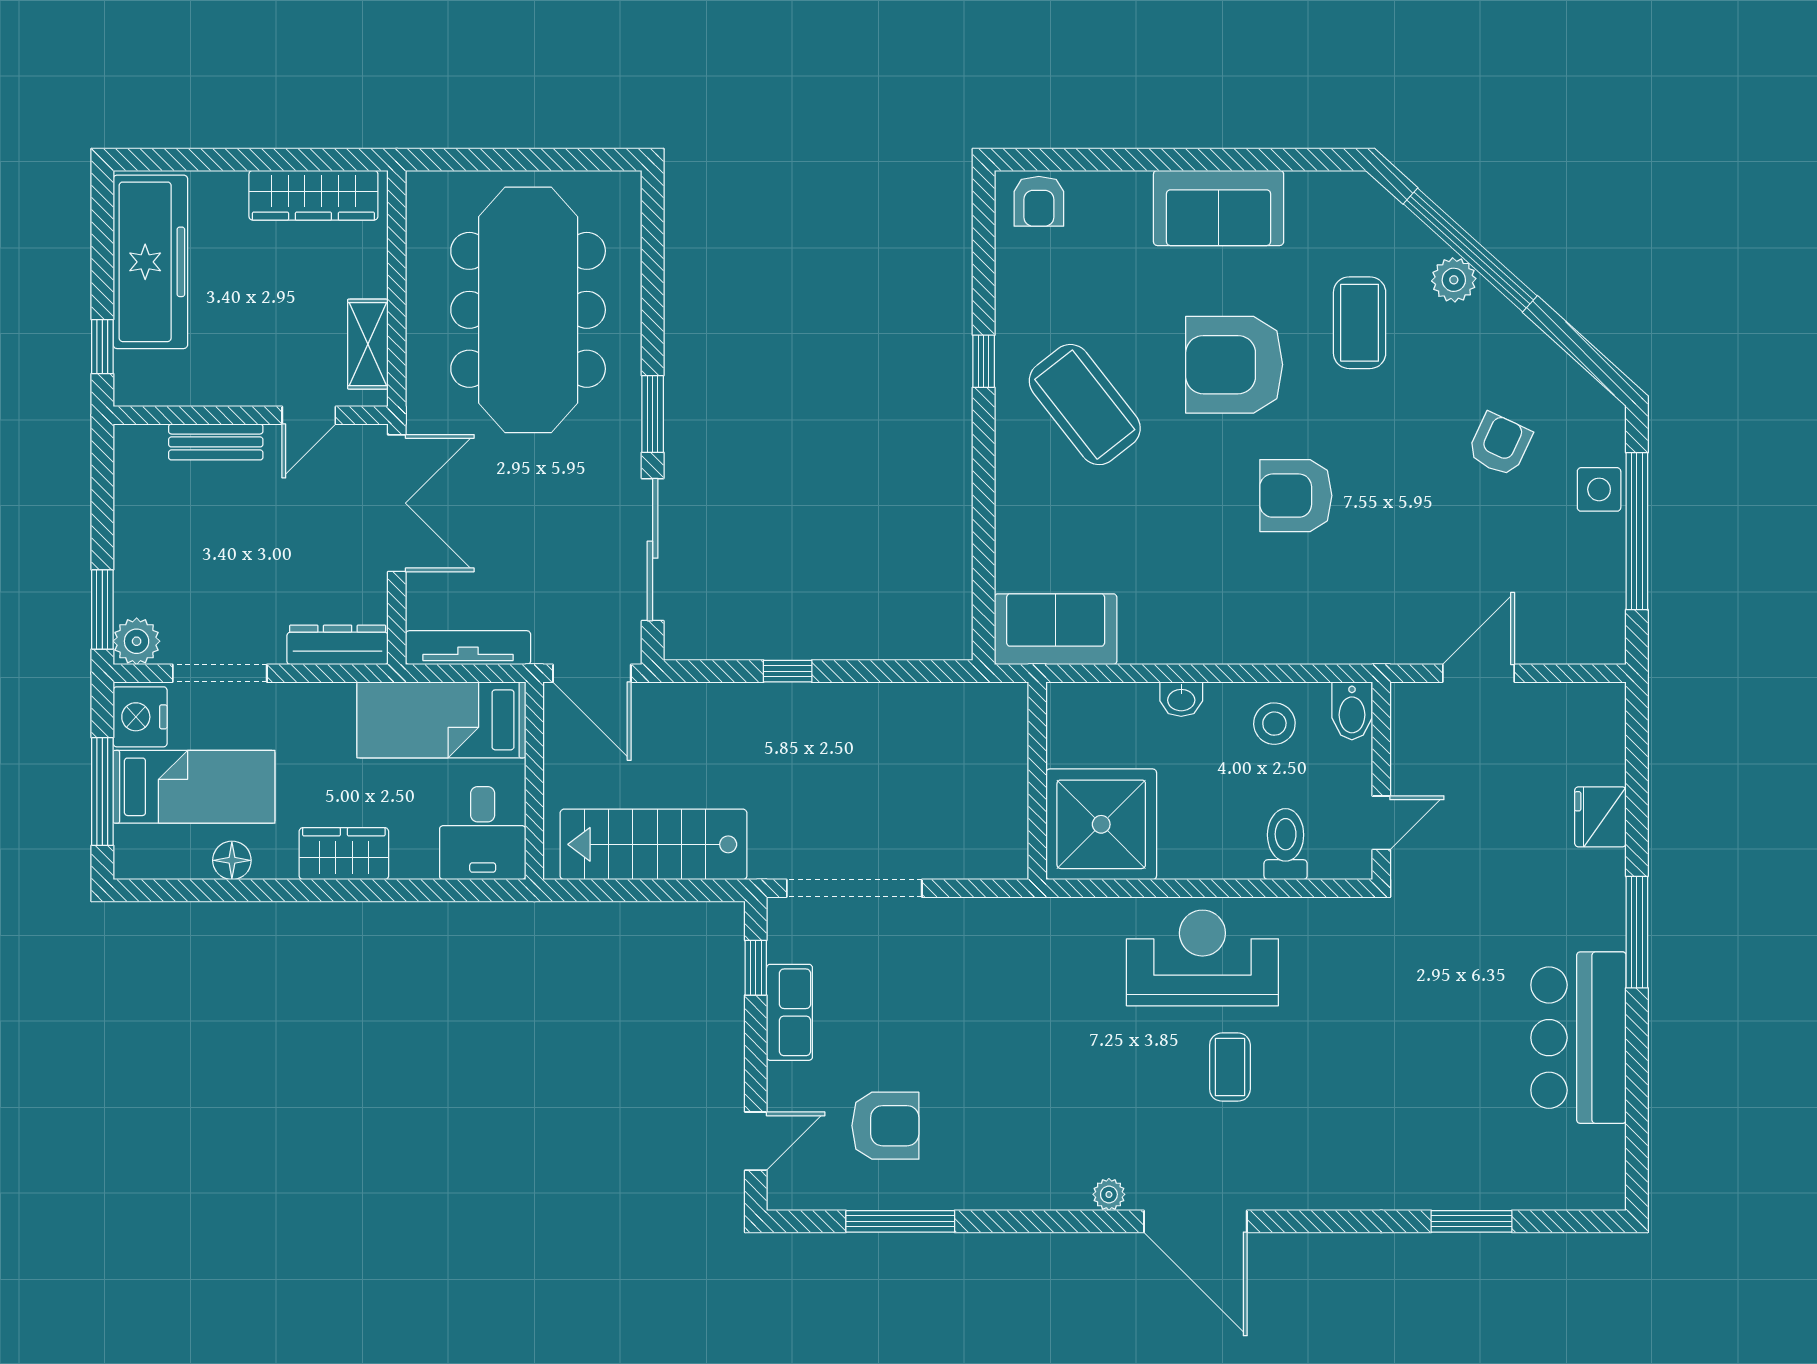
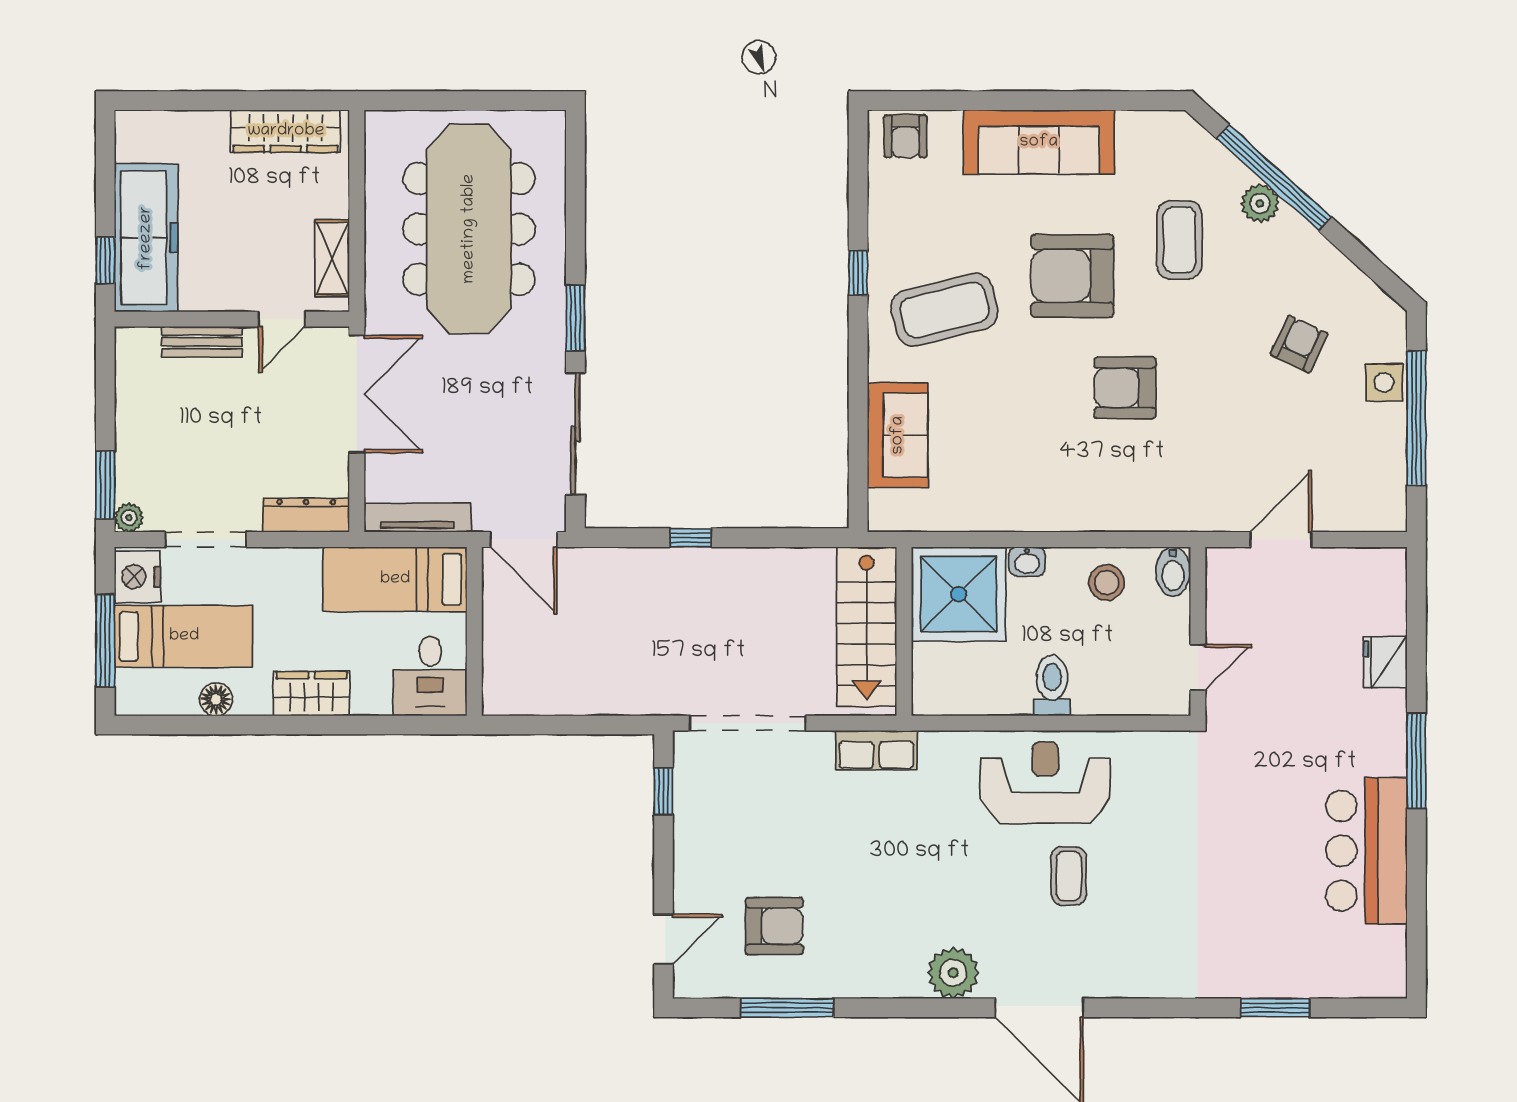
sofa: (1219, 208) -> (1039, 142), width x1.36
freezer: (150, 262) -> (146, 238), moved
coffee table: (1085, 405) -> (945, 310), turned -66
sofa: (1056, 629) -> (898, 435), moved, turned 90
plant: (137, 641) -> (129, 518), width x0.73, depth x0.73
shower: (1101, 824) -> (959, 594), moved
stairs: (654, 844) -> (867, 627), moved, turned -90
toilet: (1286, 844) -> (1052, 685), moved
row of seats: (789, 1012) -> (876, 750), moved, turned 90
plant: (1109, 1194) -> (953, 973), width x1.87, depth x1.87

